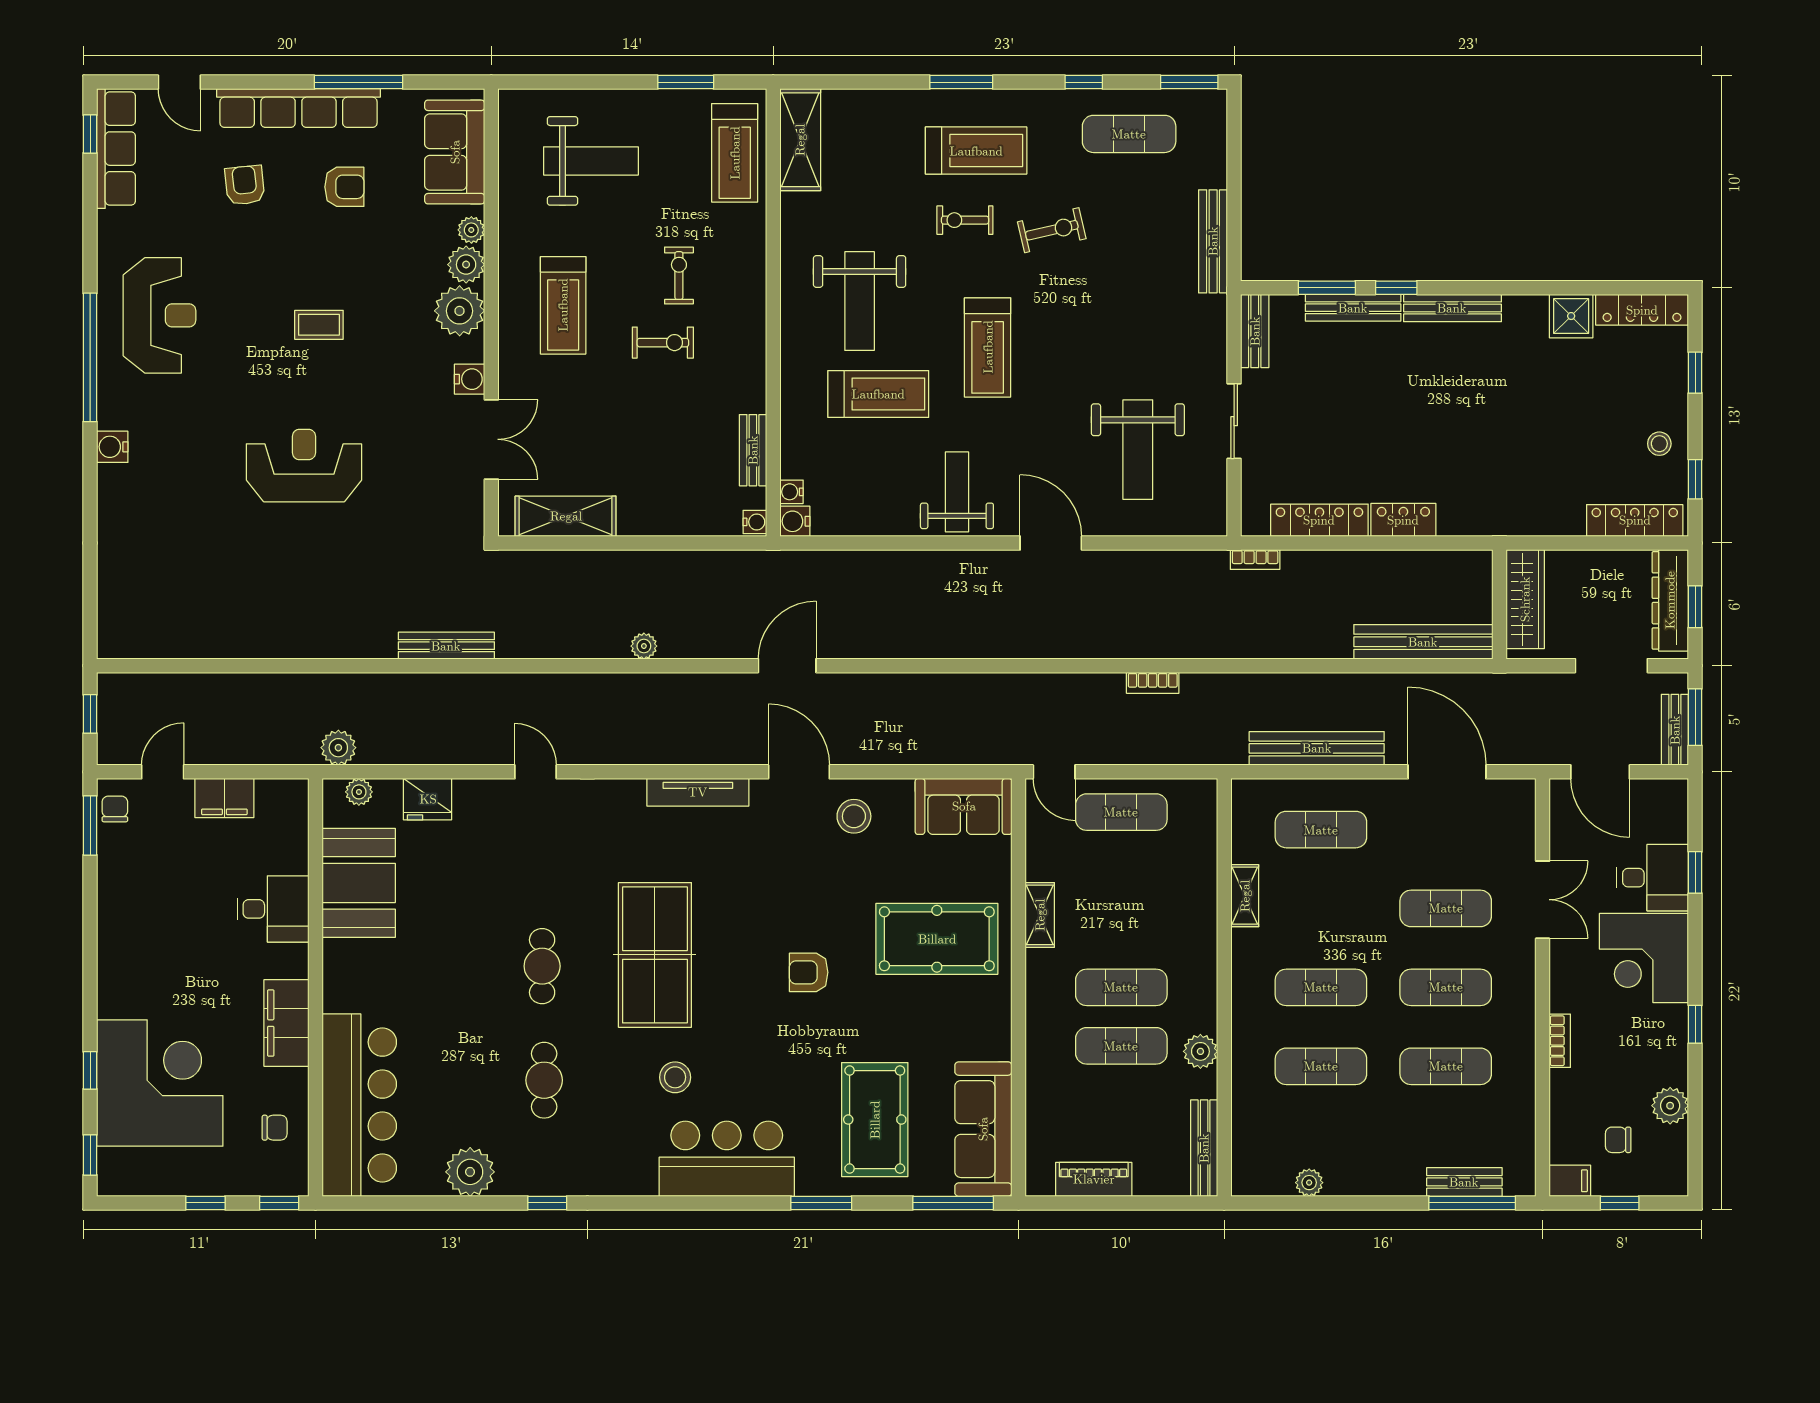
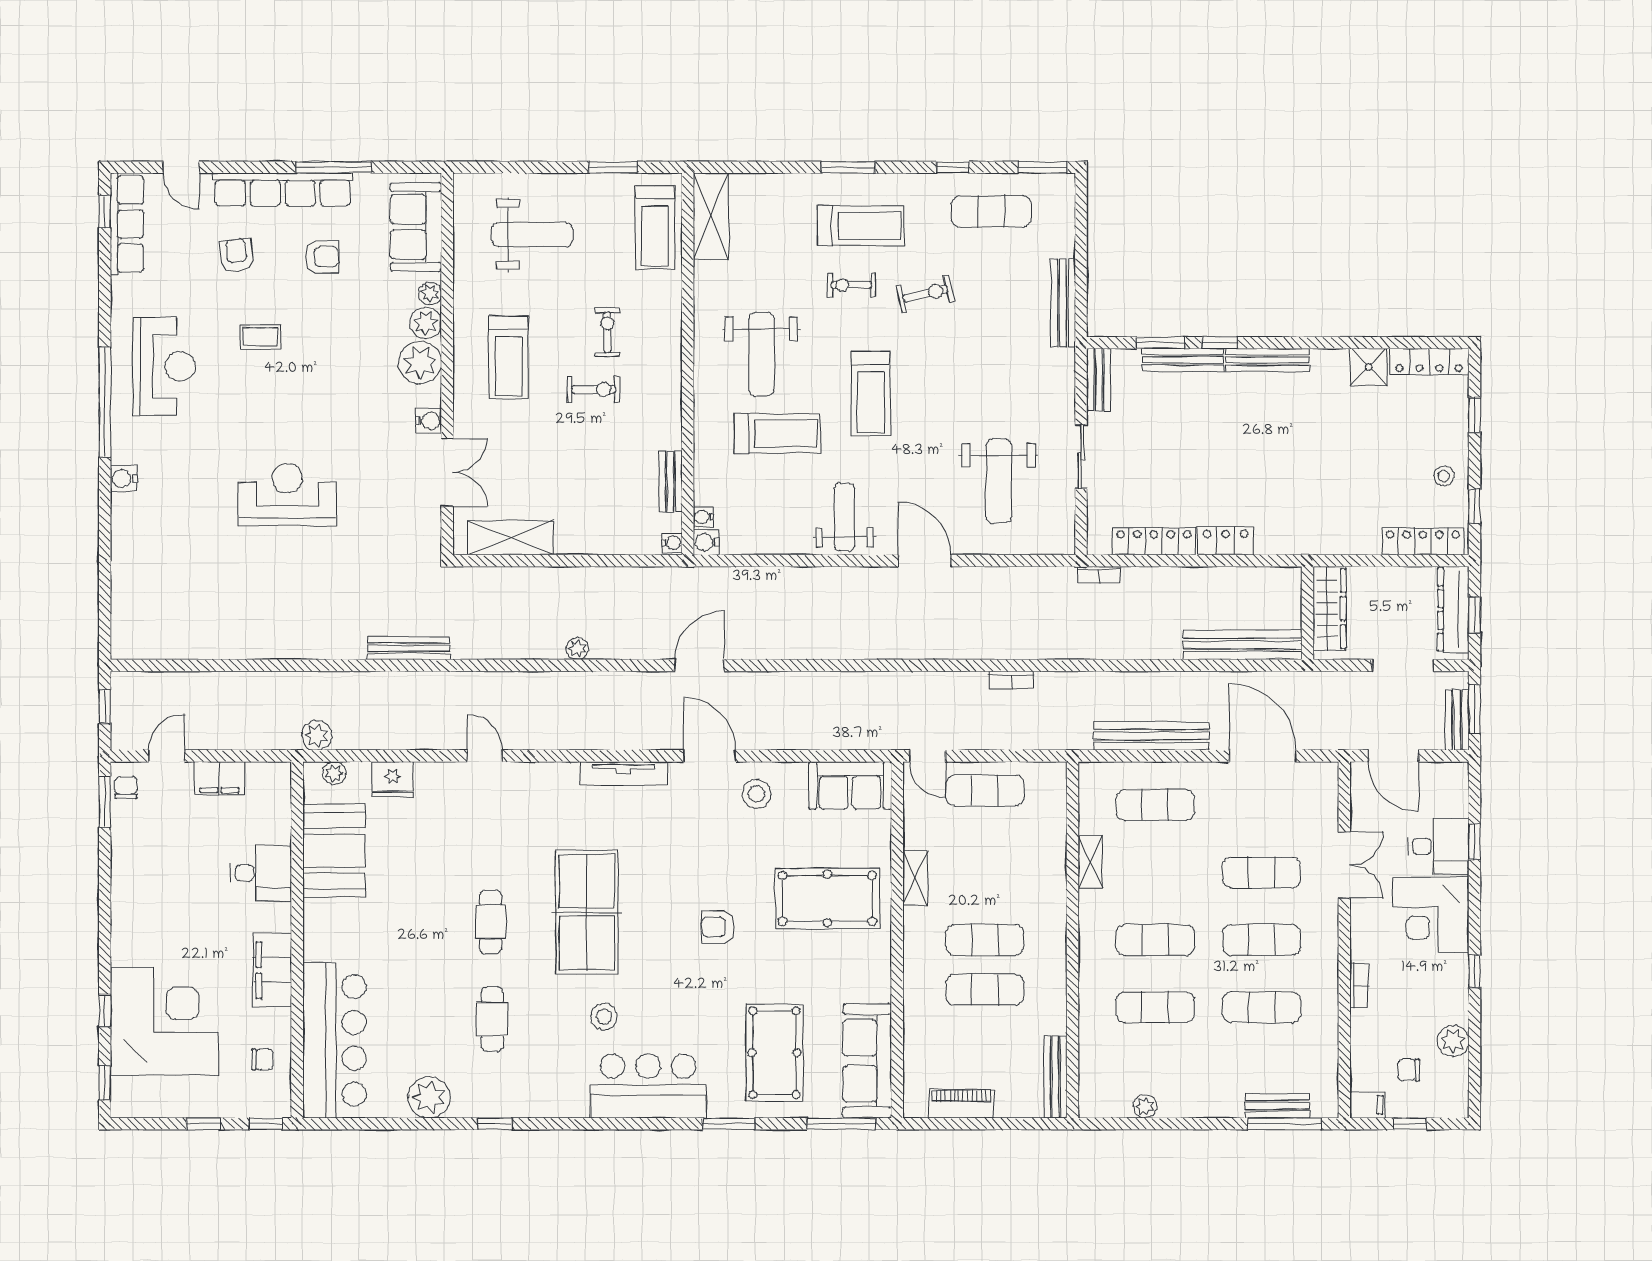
coffee table: (319, 325) -> (260, 337), moved
plant: (1200, 1051) -> (1052, 995), removed

